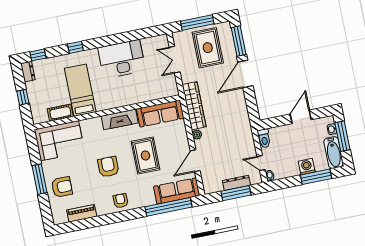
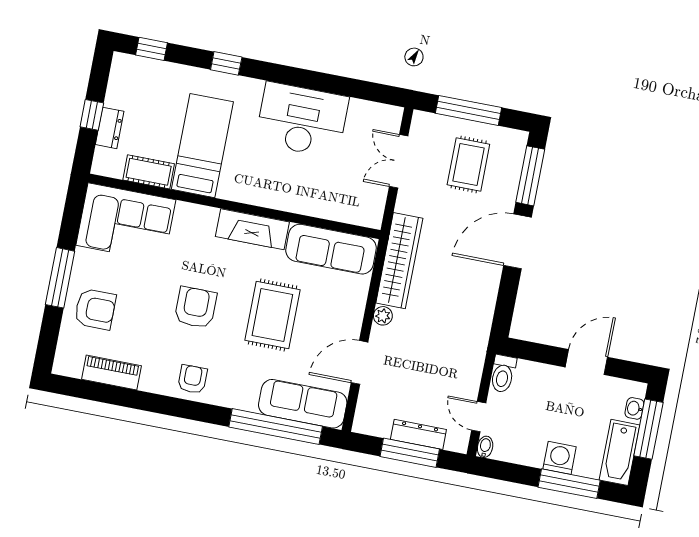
rug: (208, 48) -> (468, 164), width x0.73, depth x0.70
dresser: (28, 72) -> (110, 128), moved

